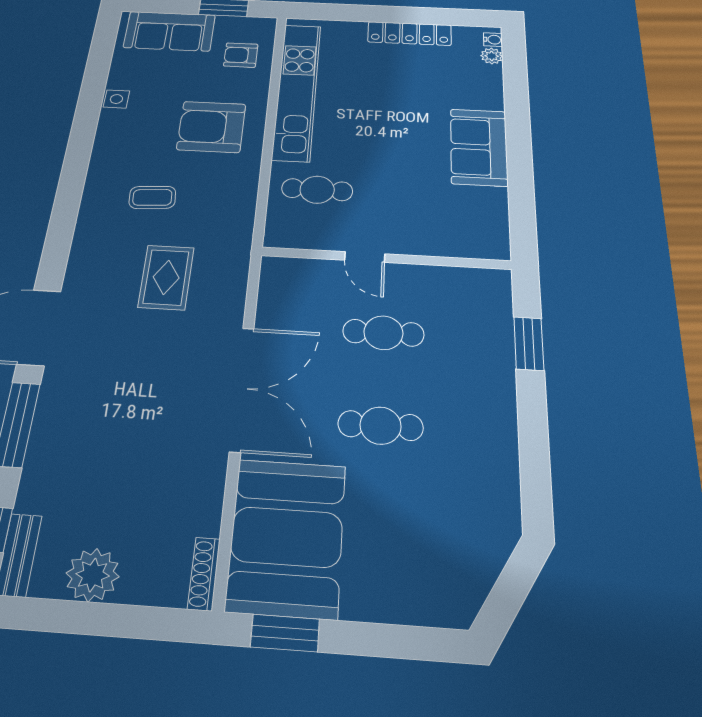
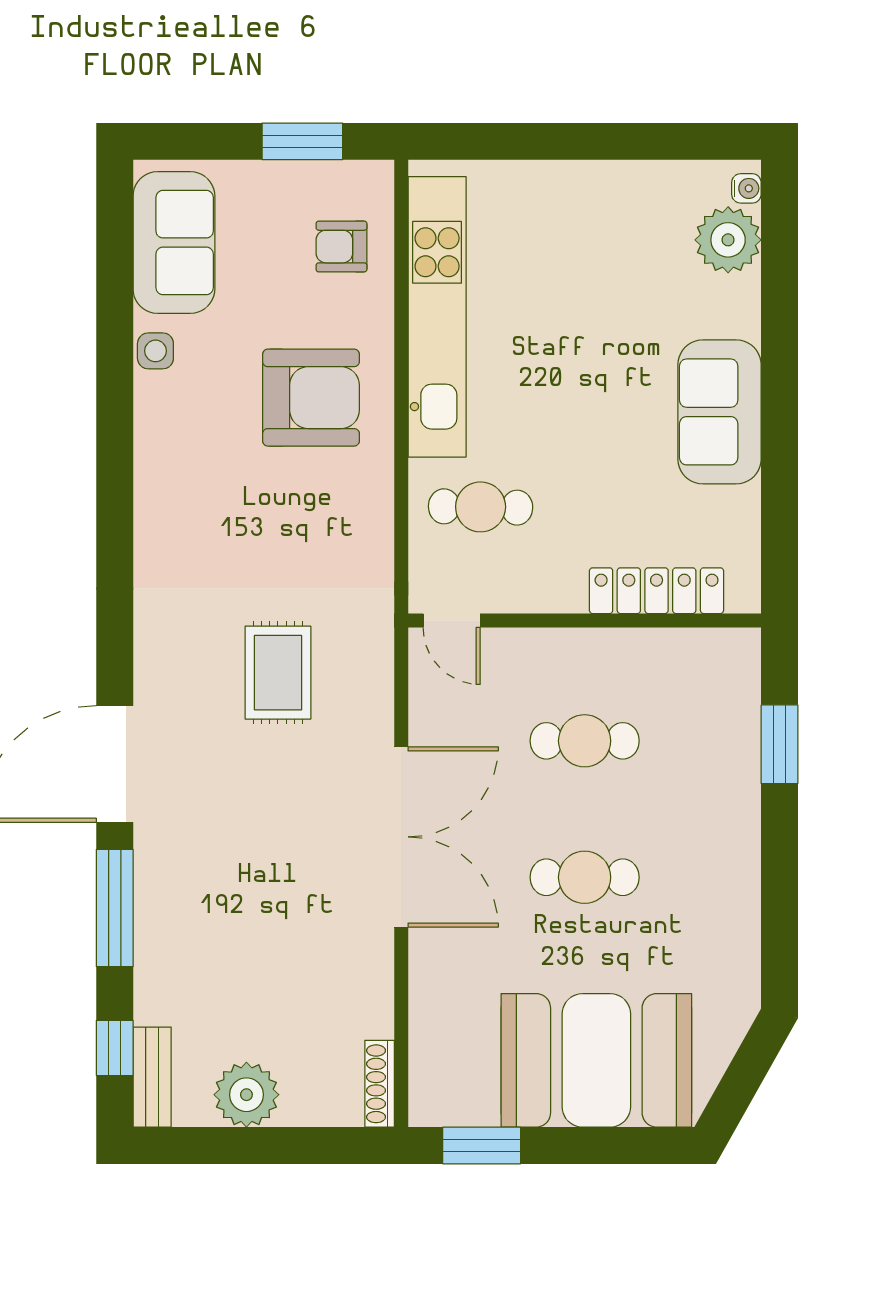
sofa: (170, 31) -> (174, 243), moved, turned -90
locker: (410, 33) -> (657, 591), moved, turned 180
plant: (492, 56) -> (728, 240), width x1.87, depth x1.87
armchair: (211, 127) -> (311, 398), turned 180
coffee table: (152, 197) -> (239, 536), removed
door: (365, 257) -> (452, 621), moved
booth: (287, 537) -> (596, 1060), moved, turned 90

